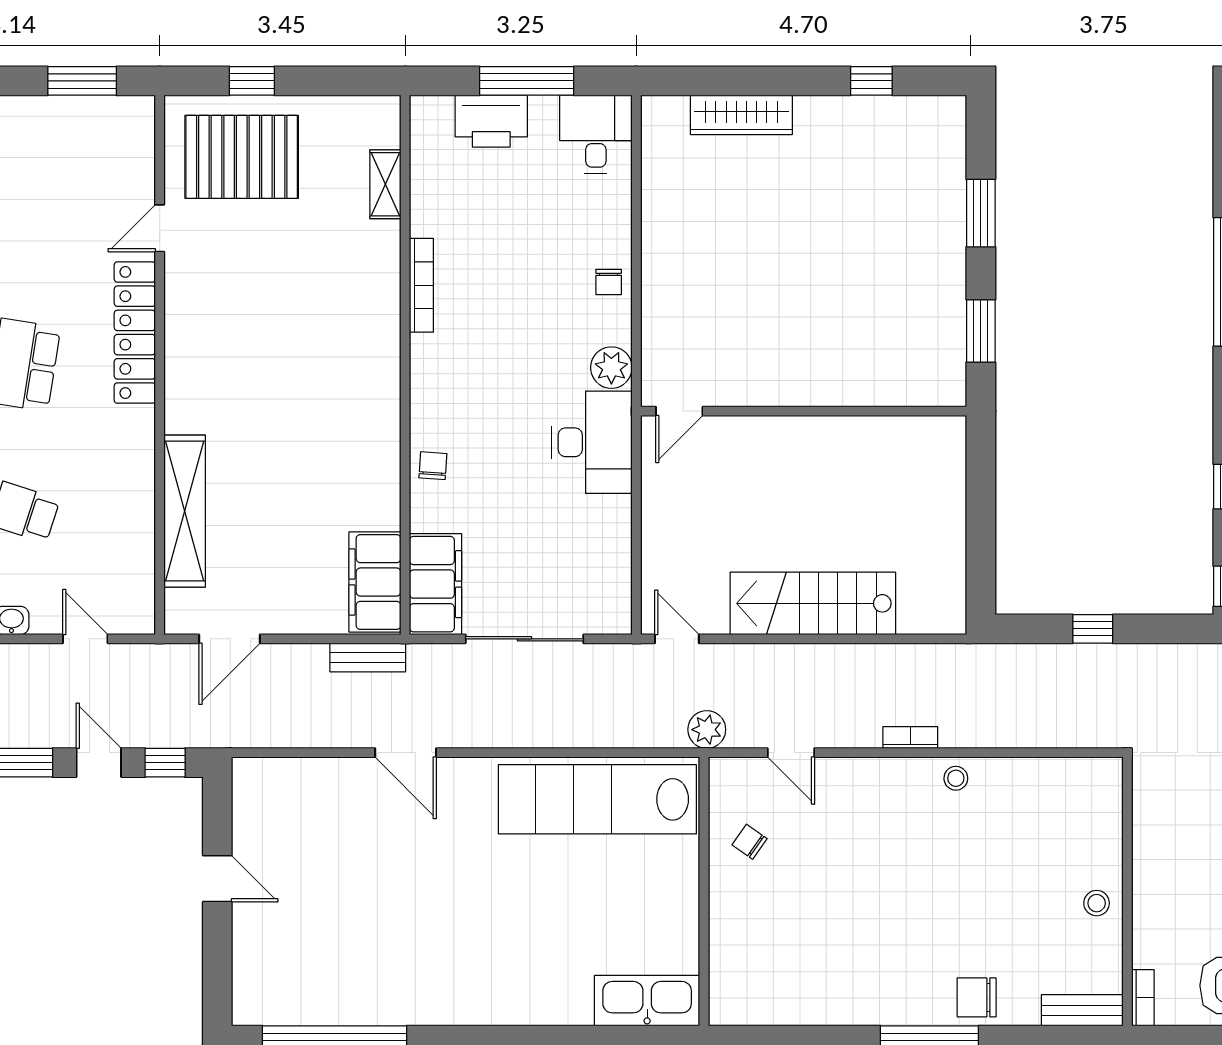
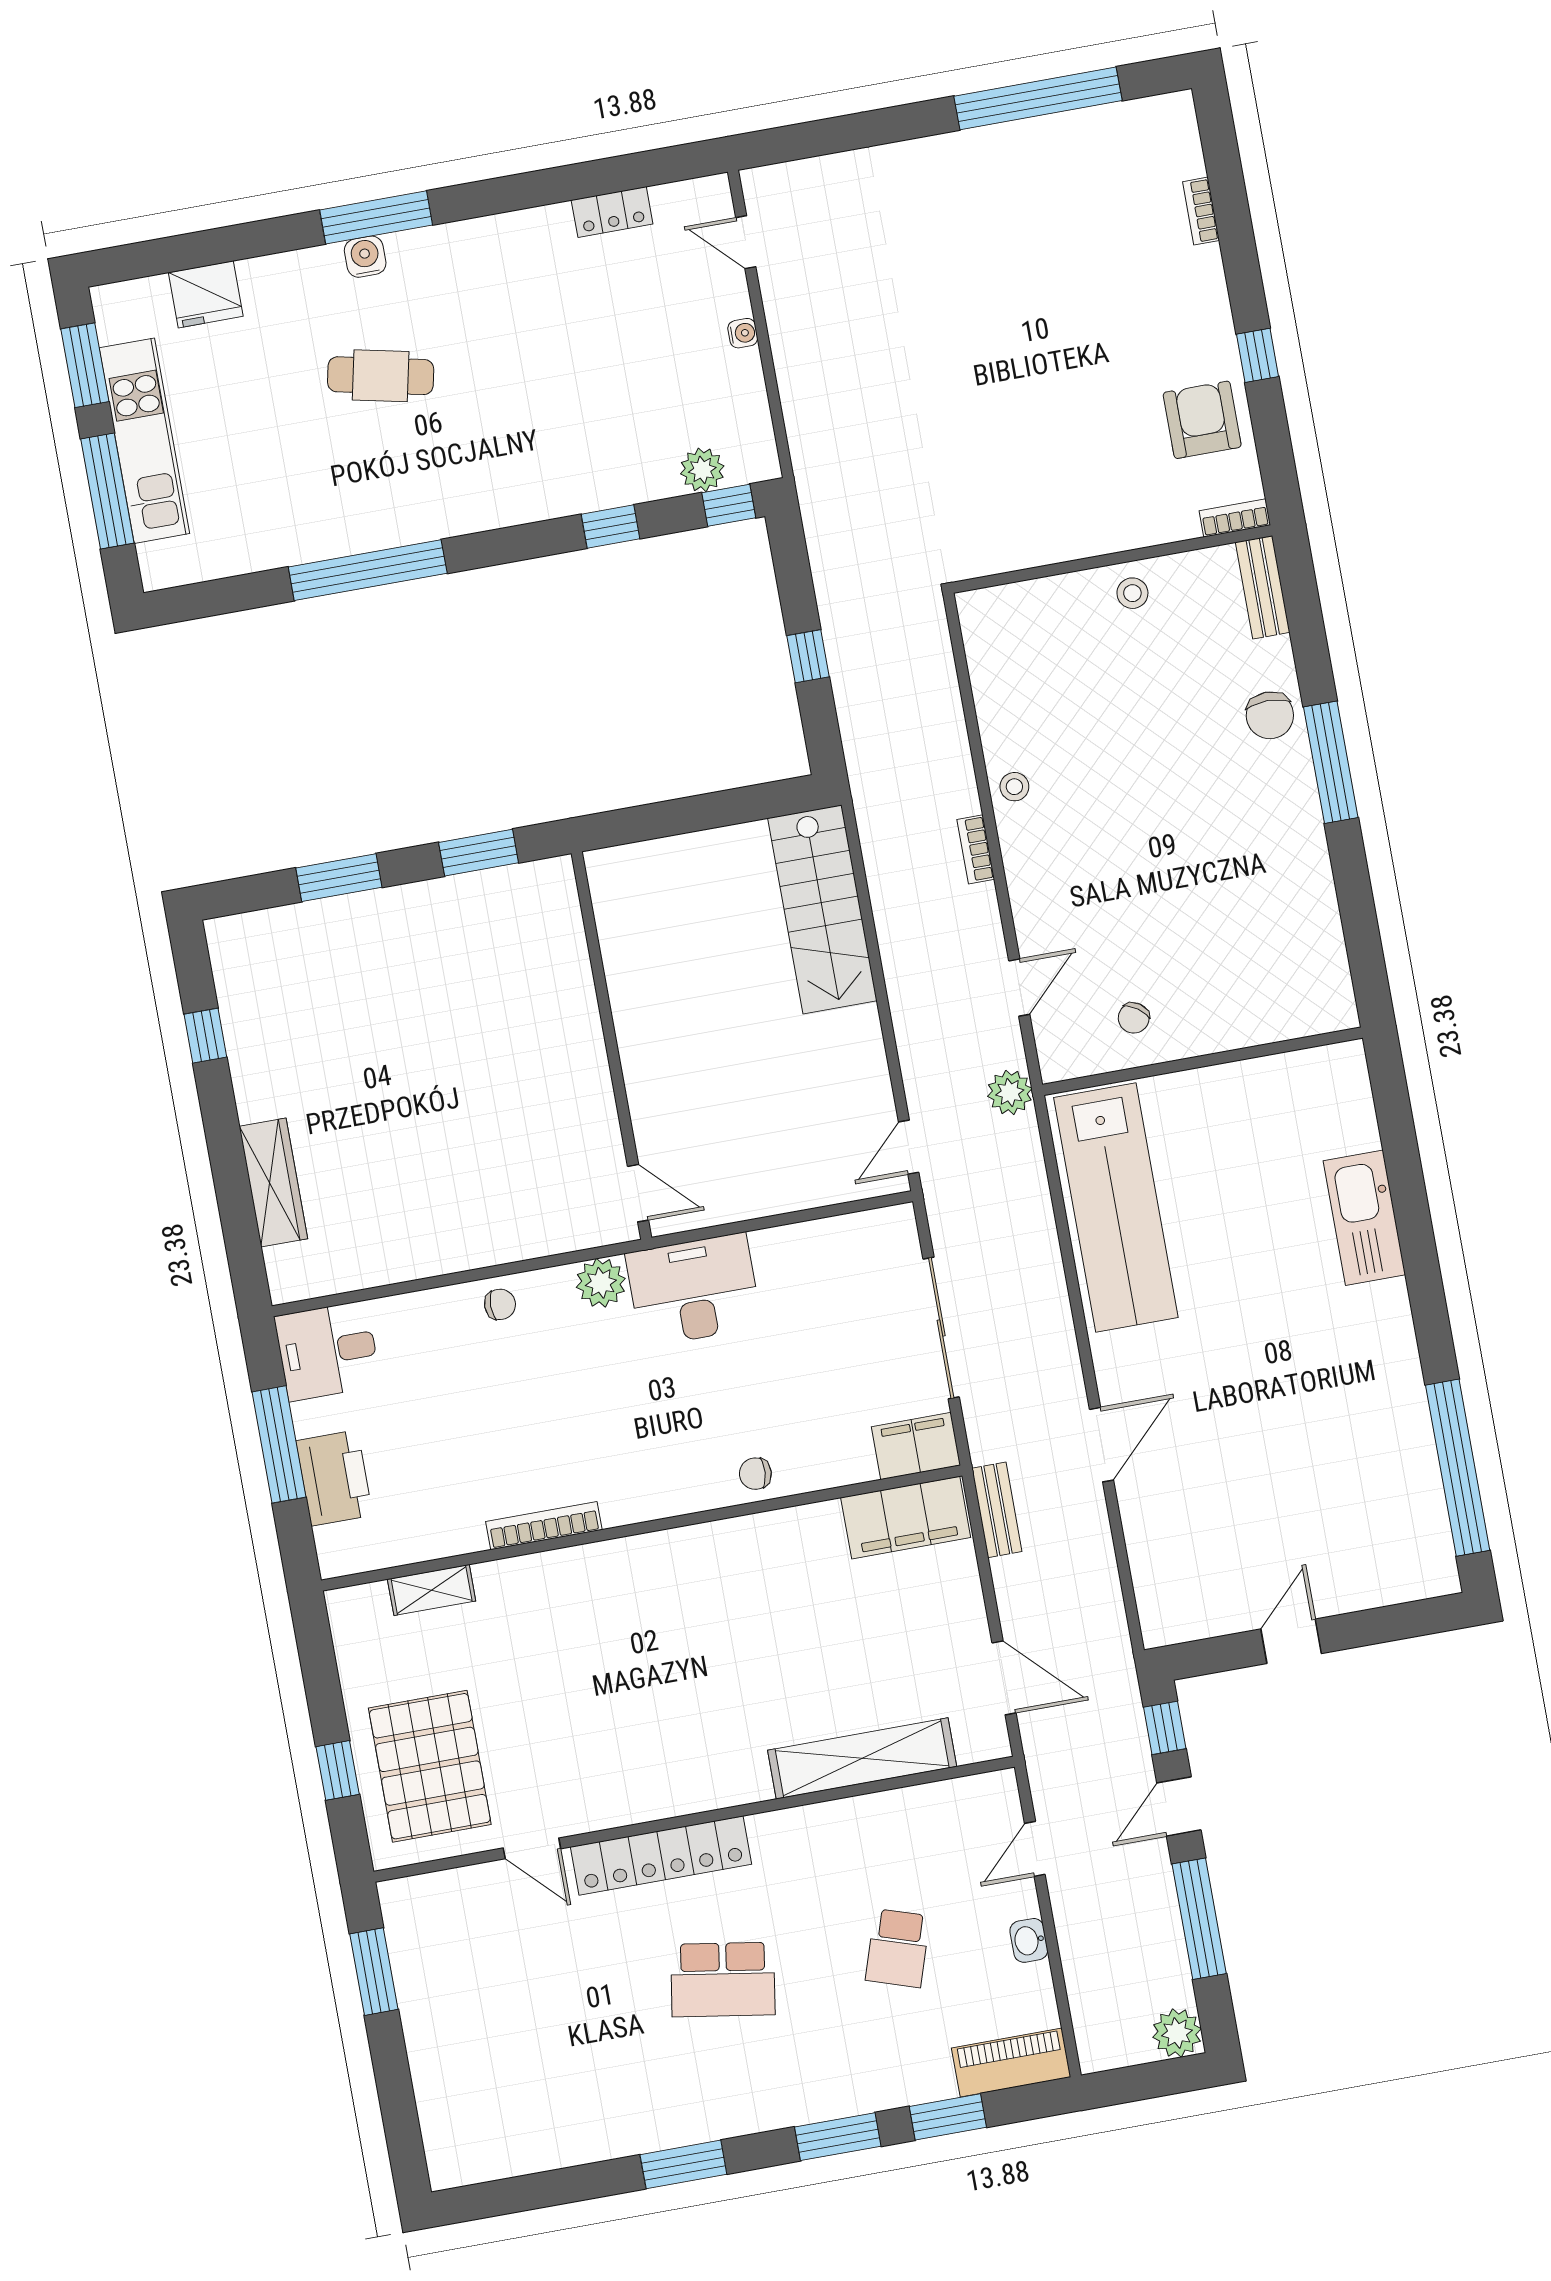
filing cabinet: (436, 584) -> (916, 1446), width x0.67, depth x0.86
stairs: (813, 603) -> (822, 909), moved
kitchen sink: (647, 1001) -> (1364, 1218), moved

